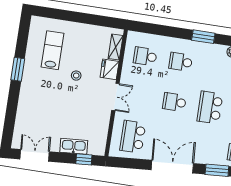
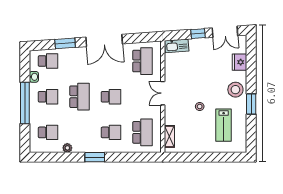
school desk: (145, 56) -> (142, 132), width x1.85
fridge: (110, 69) -> (239, 62), moved, turned 180
stool: (33, 88) -> (235, 90), added
kitchen sink: (74, 146) -> (177, 46), moved
window: (84, 159) -> (198, 34), moved

